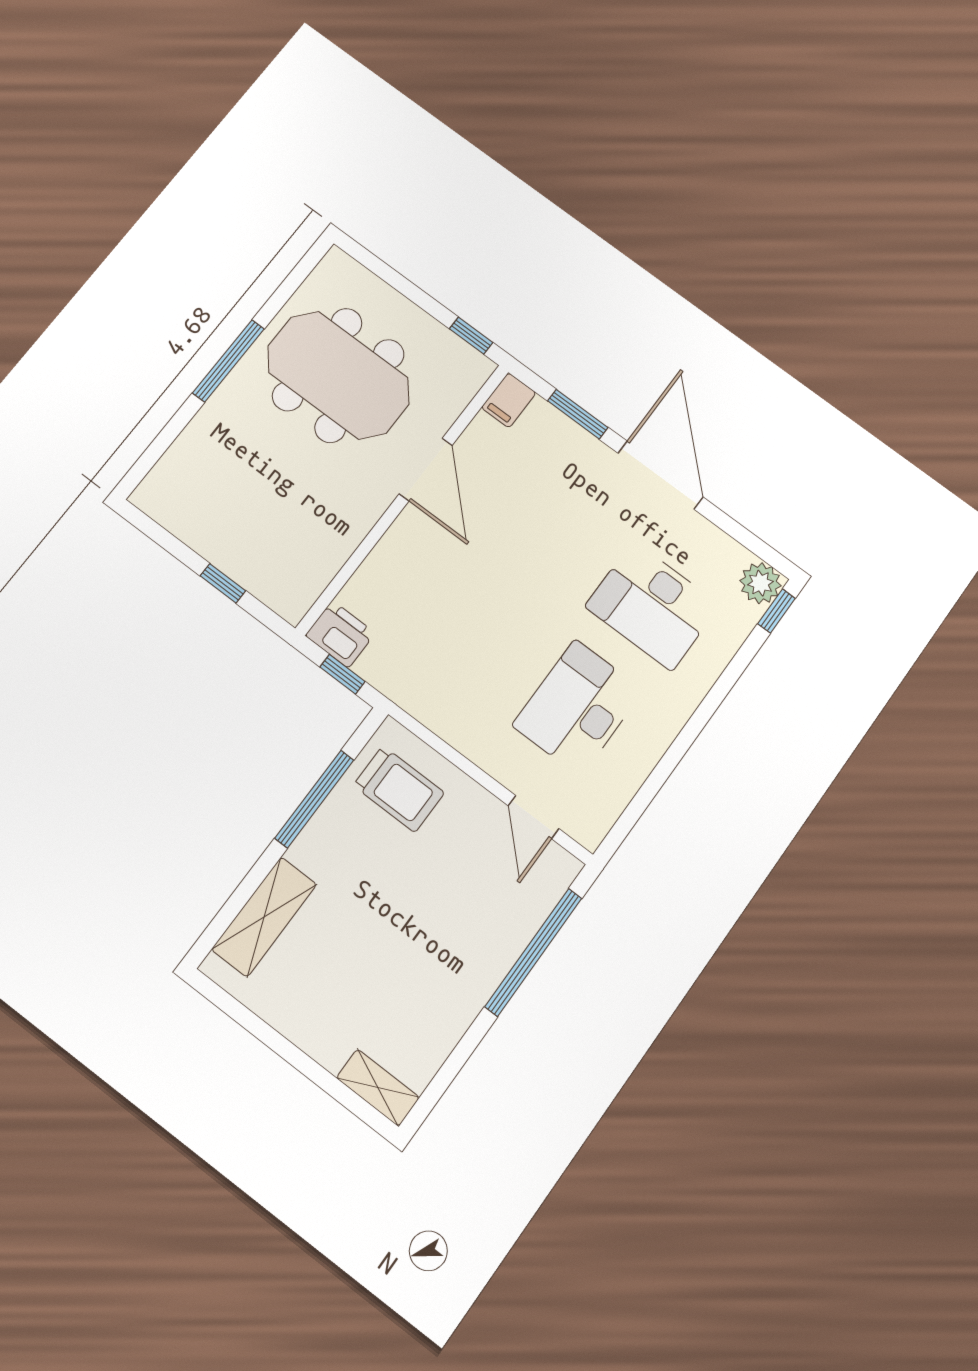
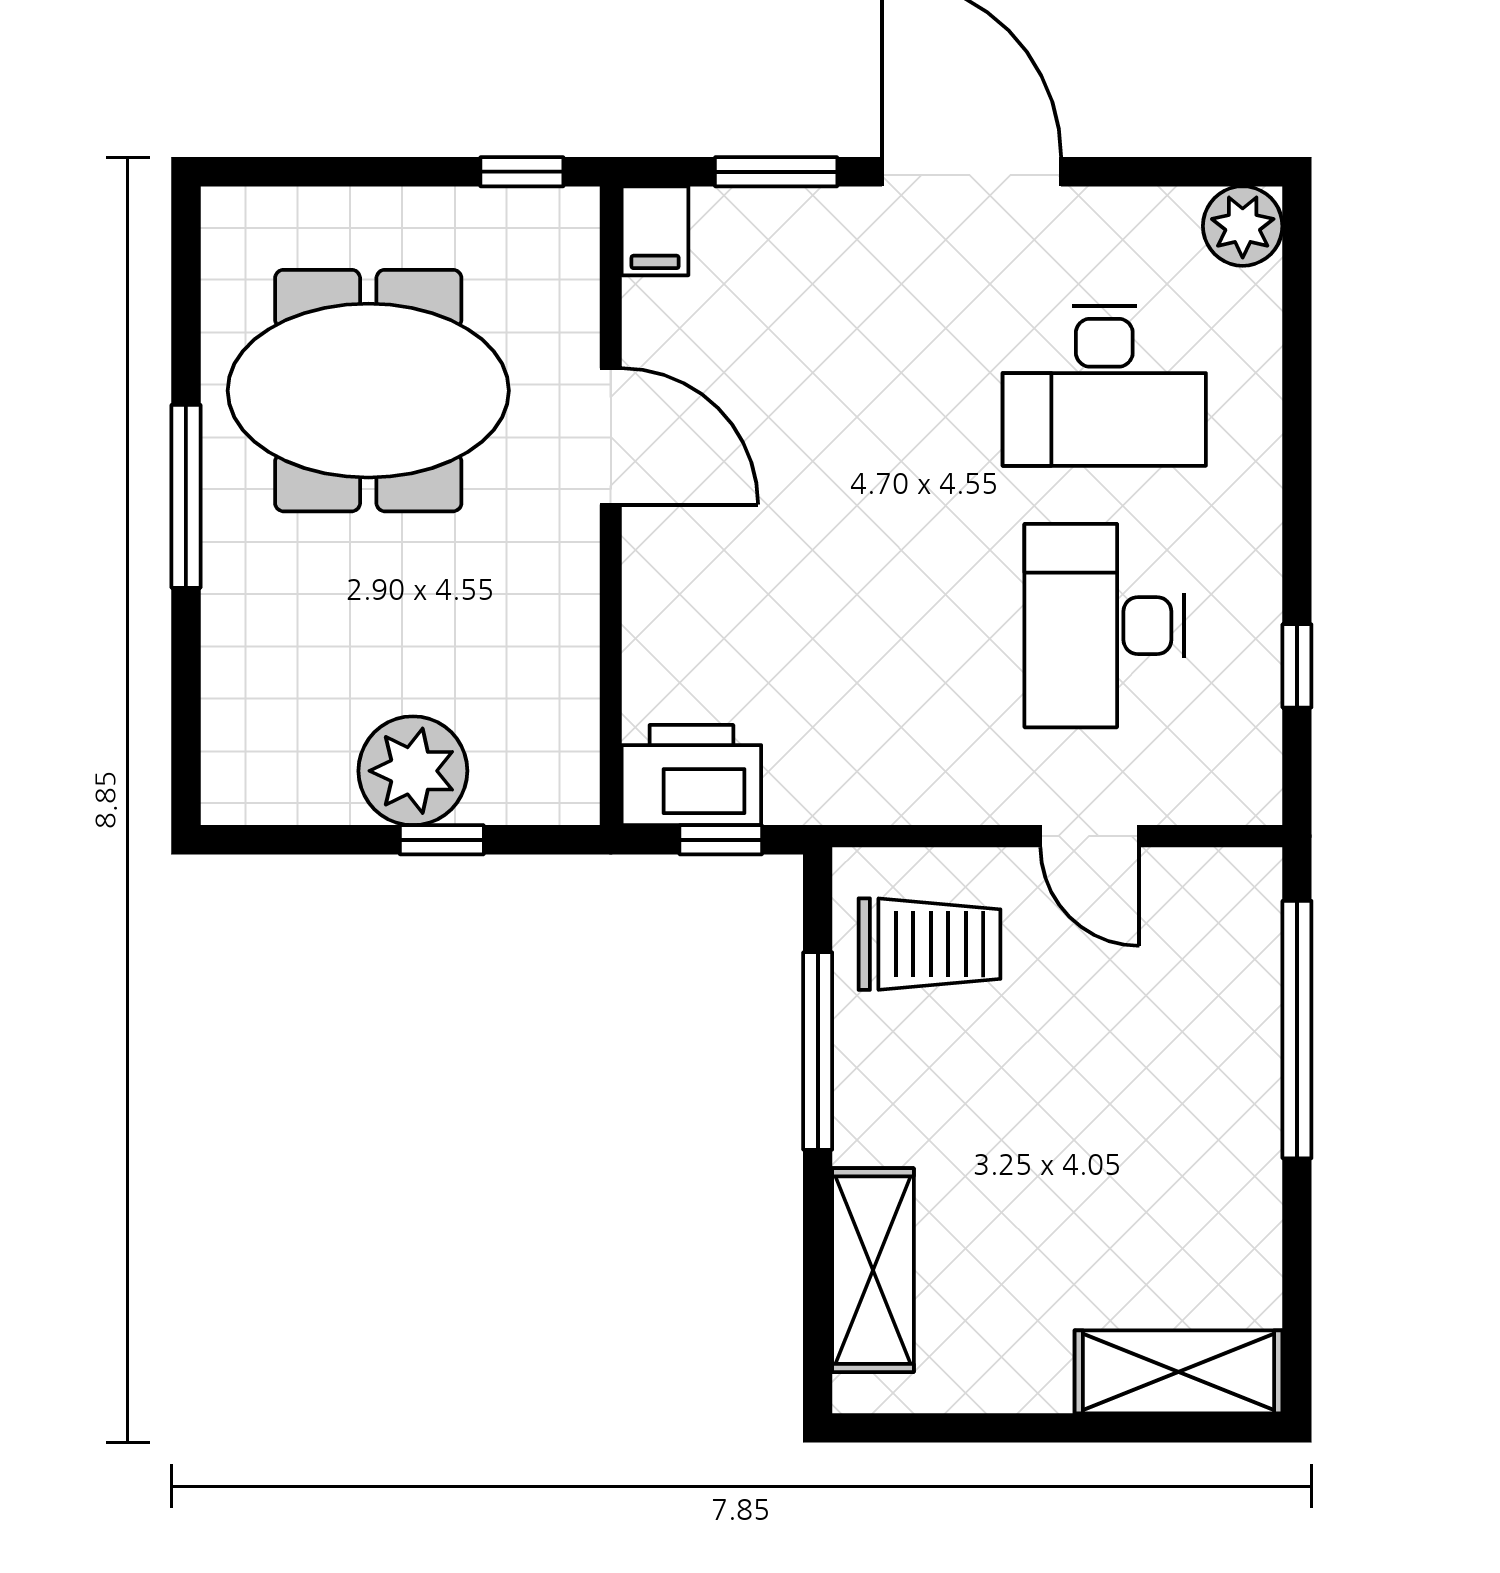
plant: (234, 545) -> (413, 771), added
window: (776, 611) -> (1297, 666), moved
printer: (340, 634) -> (691, 775), width x1.37, depth x1.19
door: (534, 817) -> (1090, 836), moved
shelving: (378, 1088) -> (1179, 1372), width x1.50, depth x1.33

